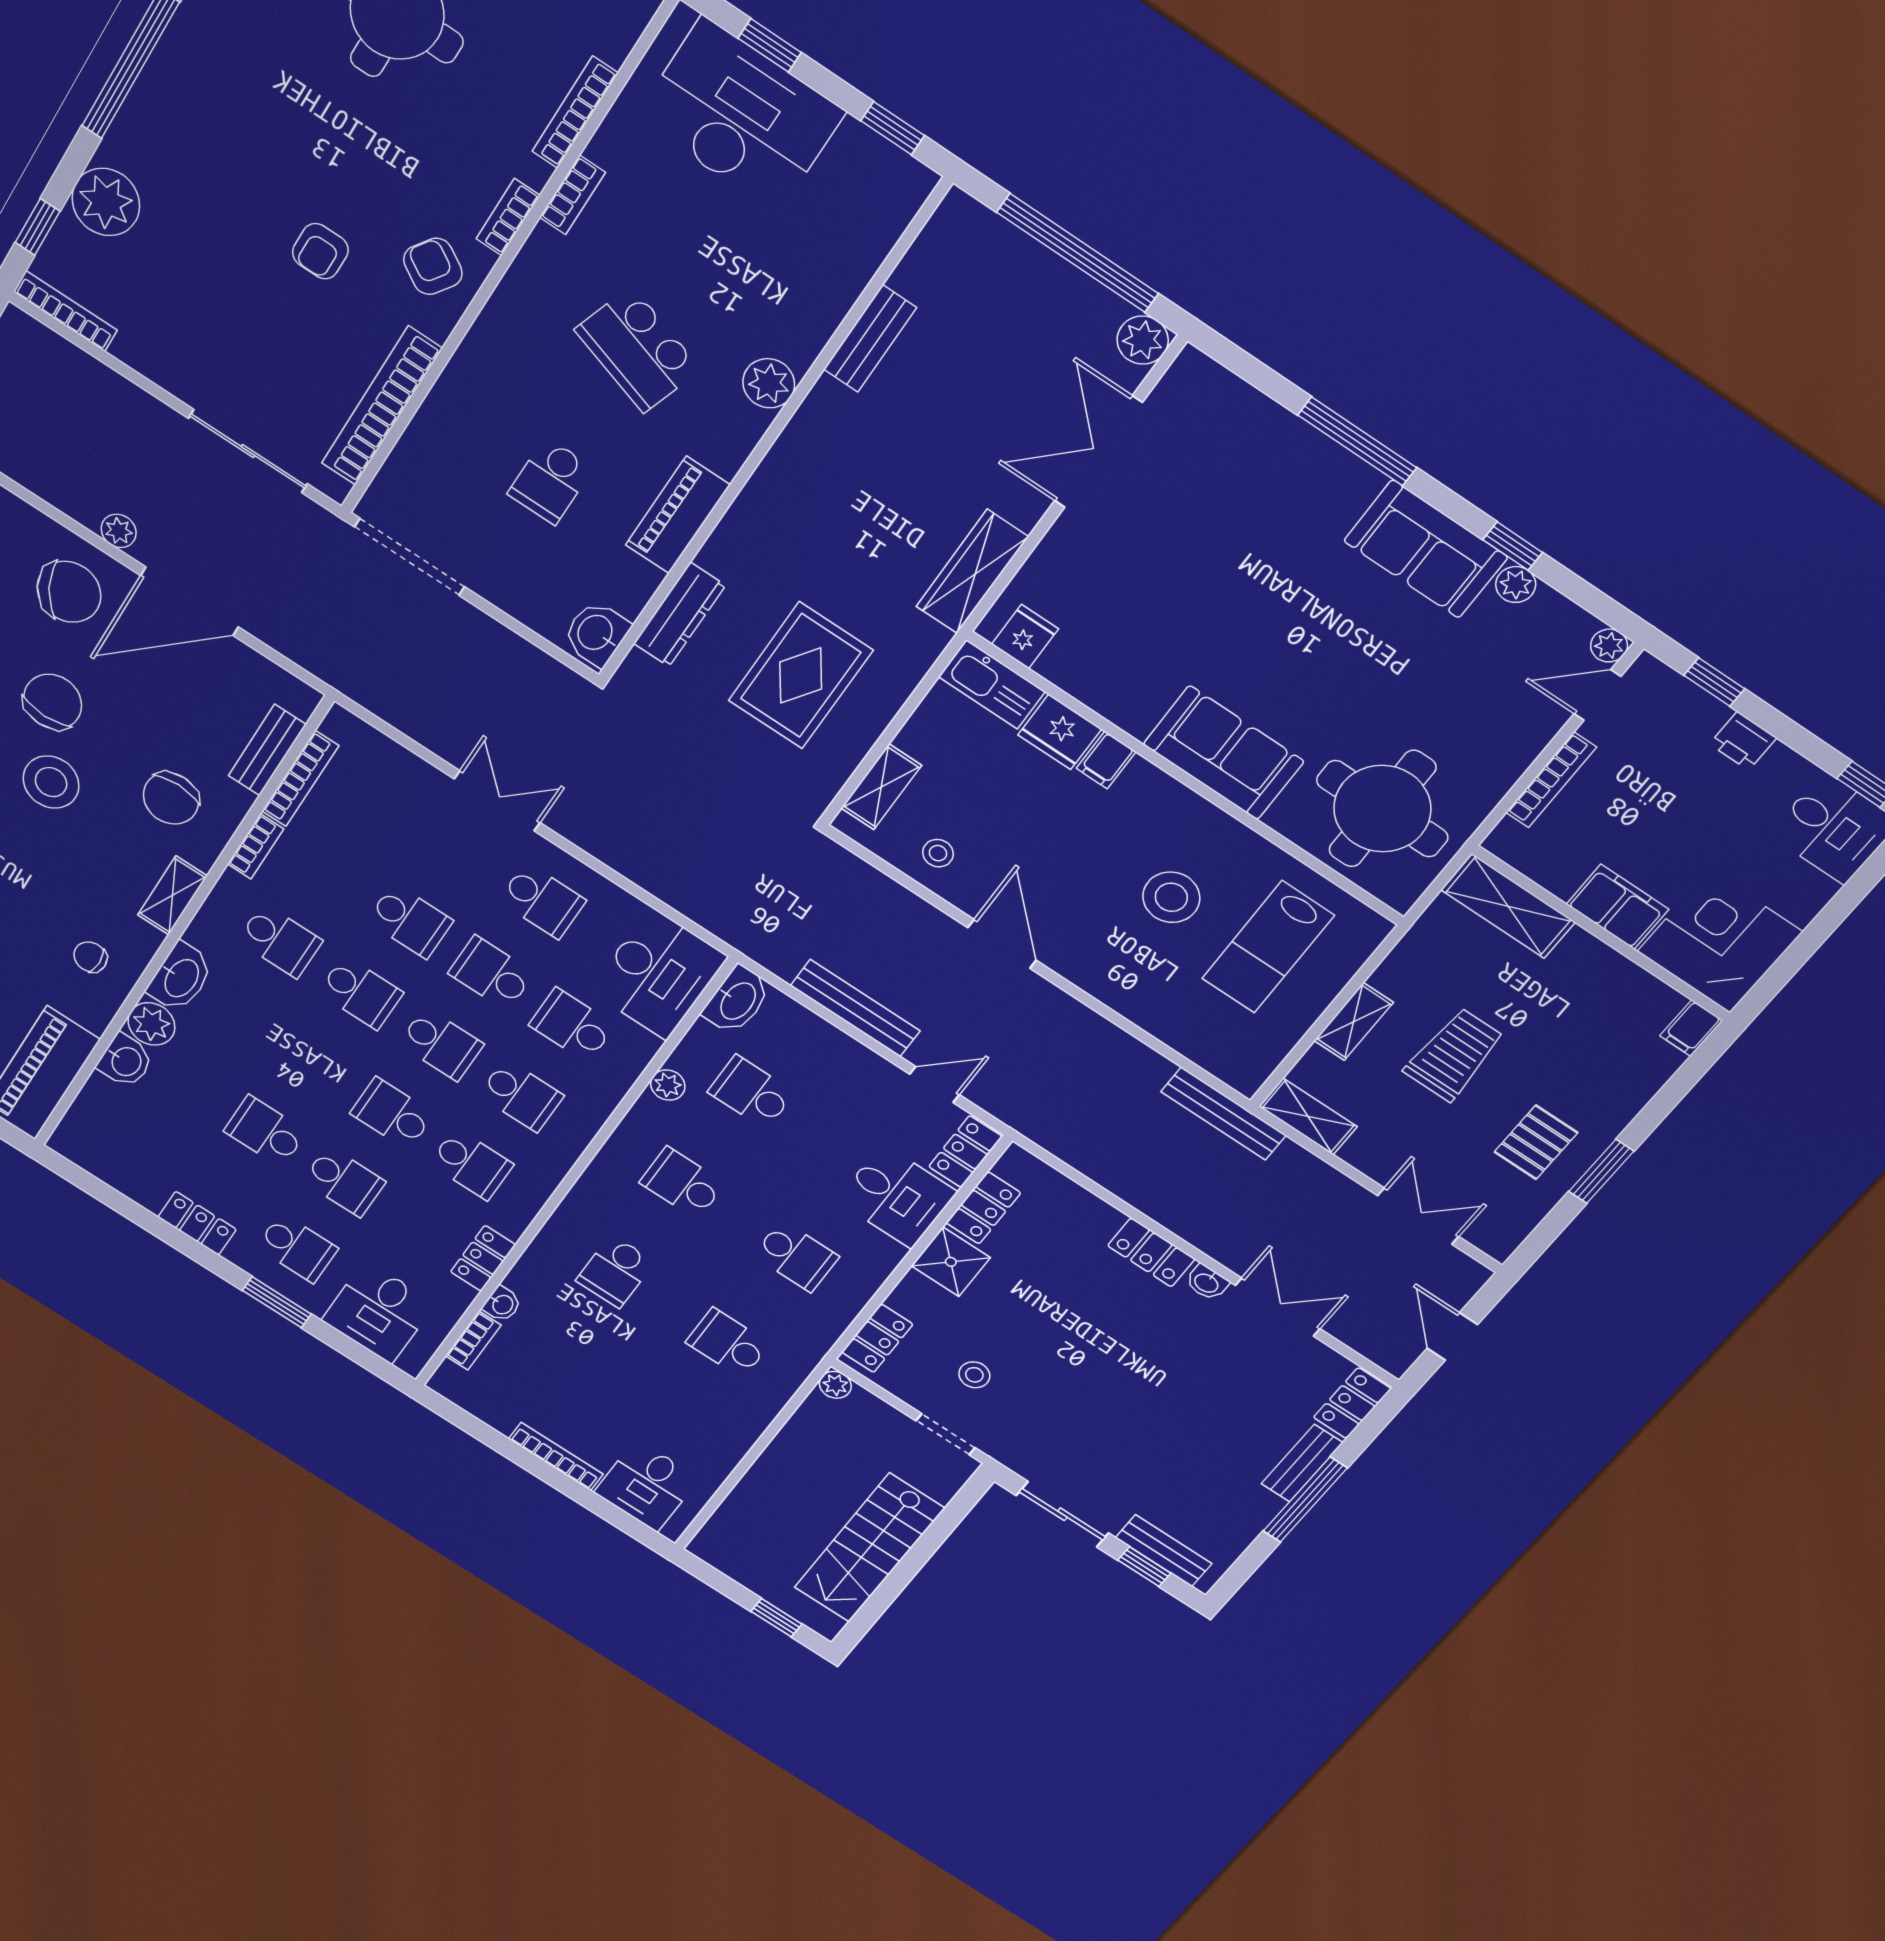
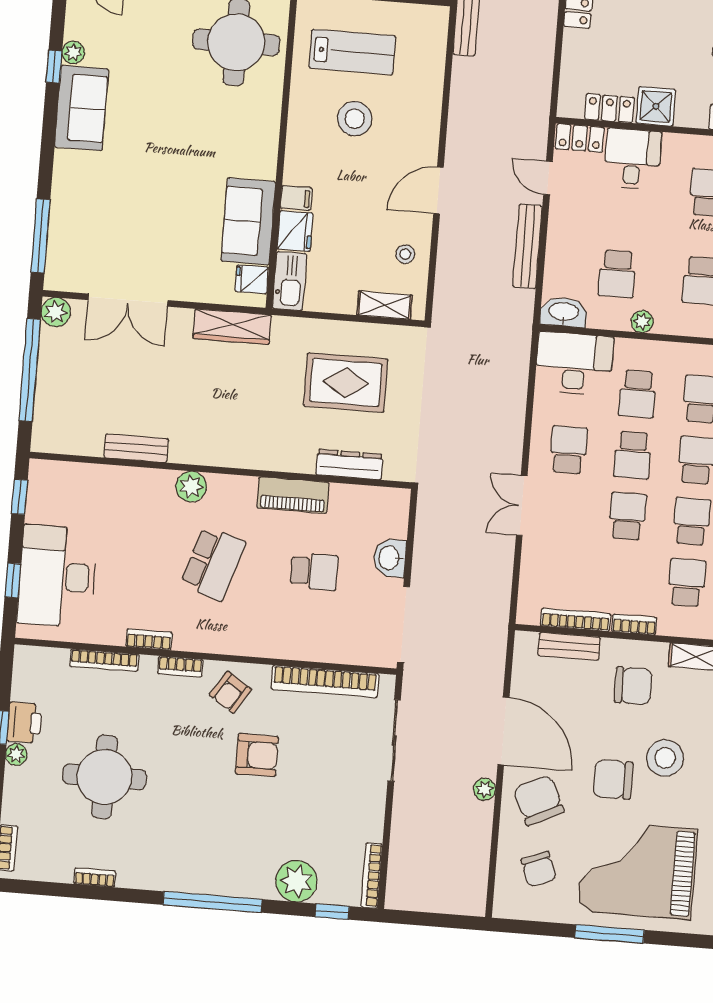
armchair: (320, 251) -> (257, 755), width x1.38, depth x1.38
window: (1357, 441) -> (40, 236), moved
washbasin: (596, 633) -> (390, 558), moved, turned 90
sofa: (1224, 753) -> (248, 221), moved

